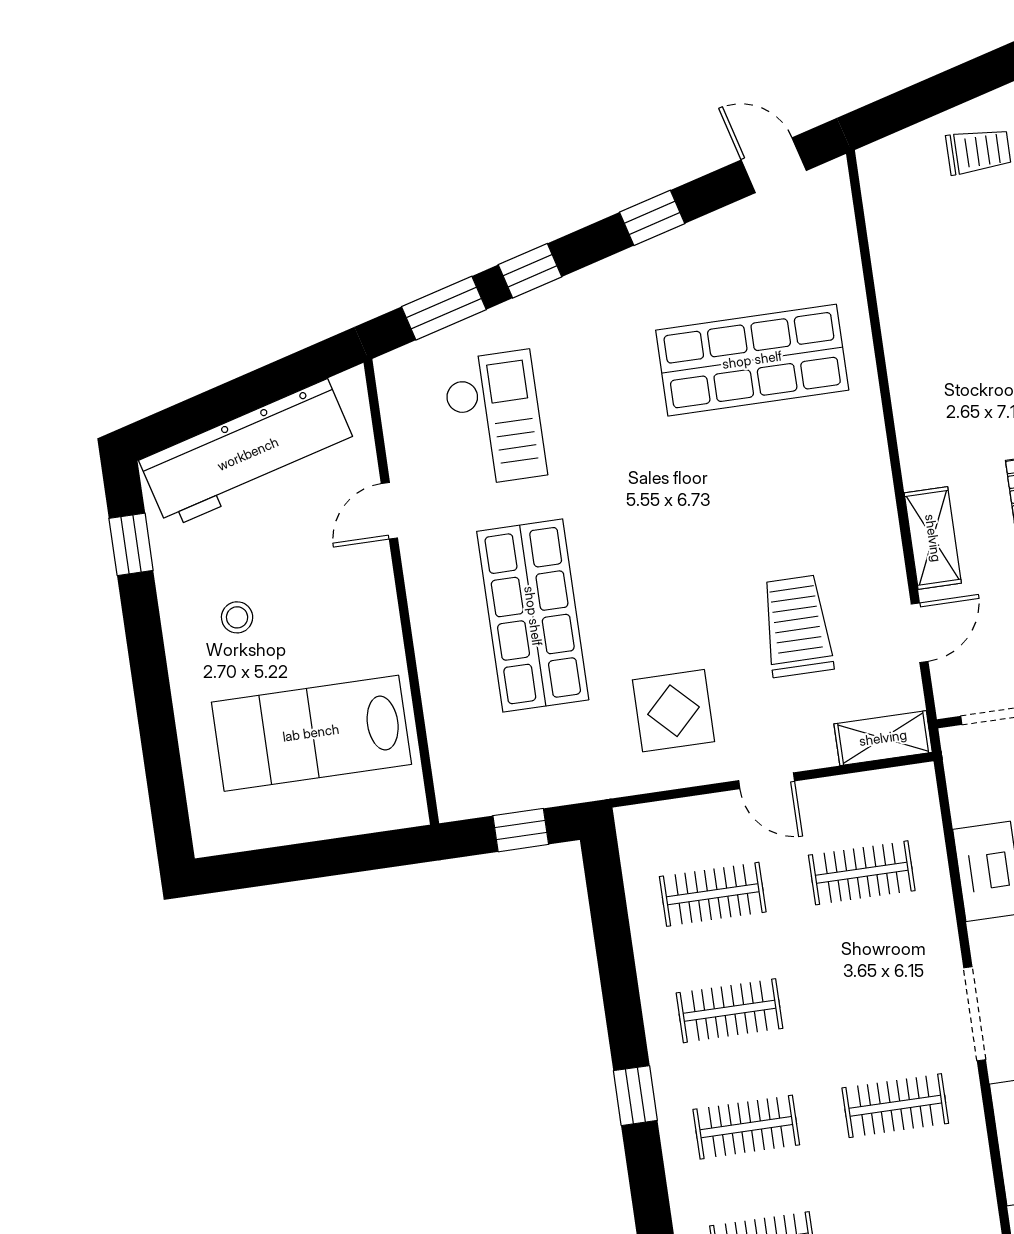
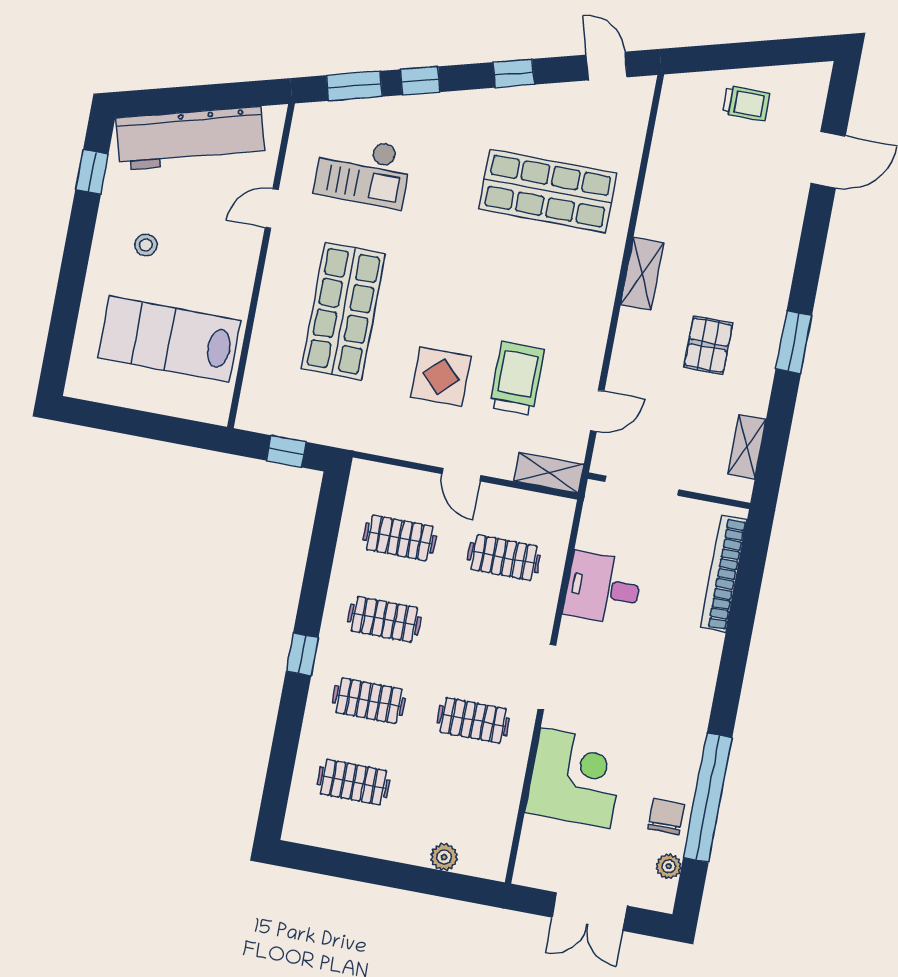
checkout: (494, 418) -> (363, 171), turned 90
shelving: (933, 538) -> (642, 274), moved
display table: (674, 711) -> (441, 377), moved

